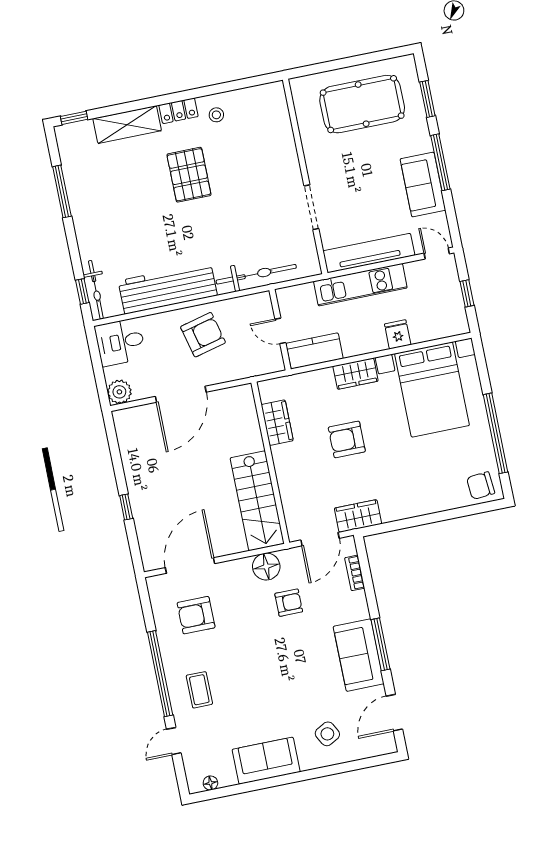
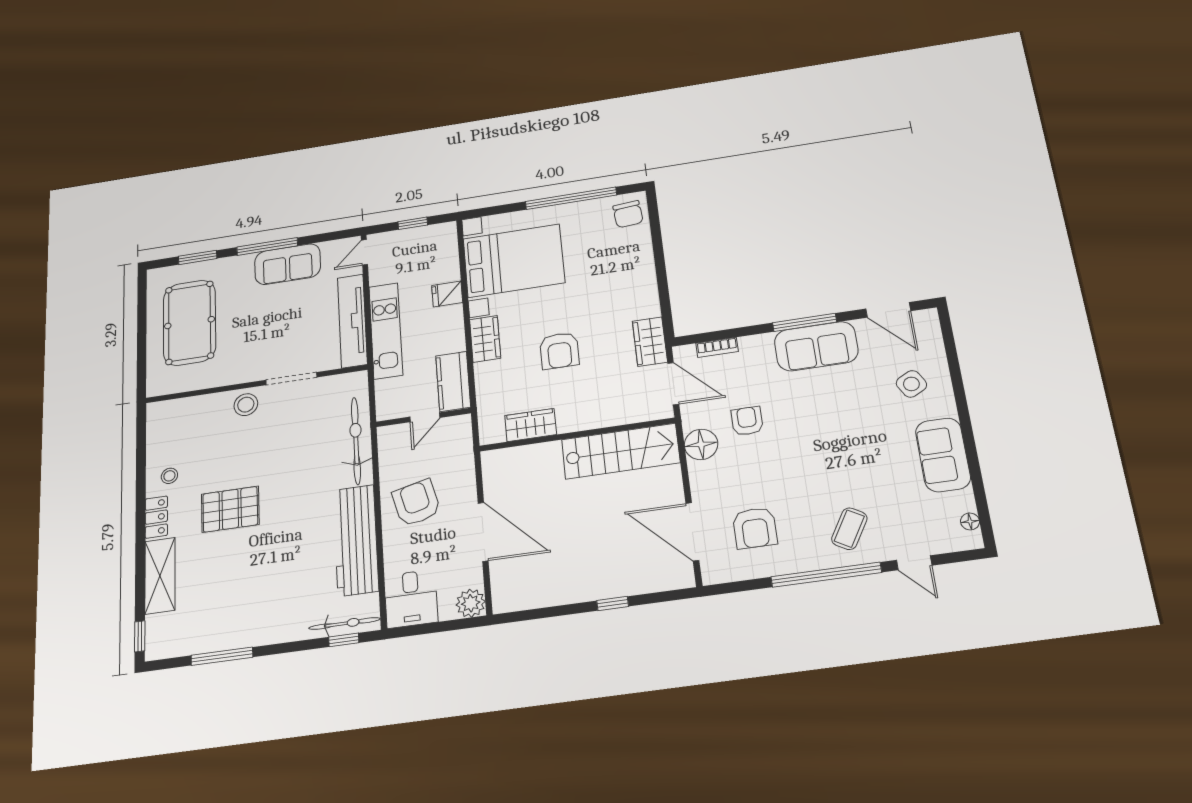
stool: (285, 171) -> (246, 405), added
coffee table: (199, 690) -> (849, 529), turned -60

